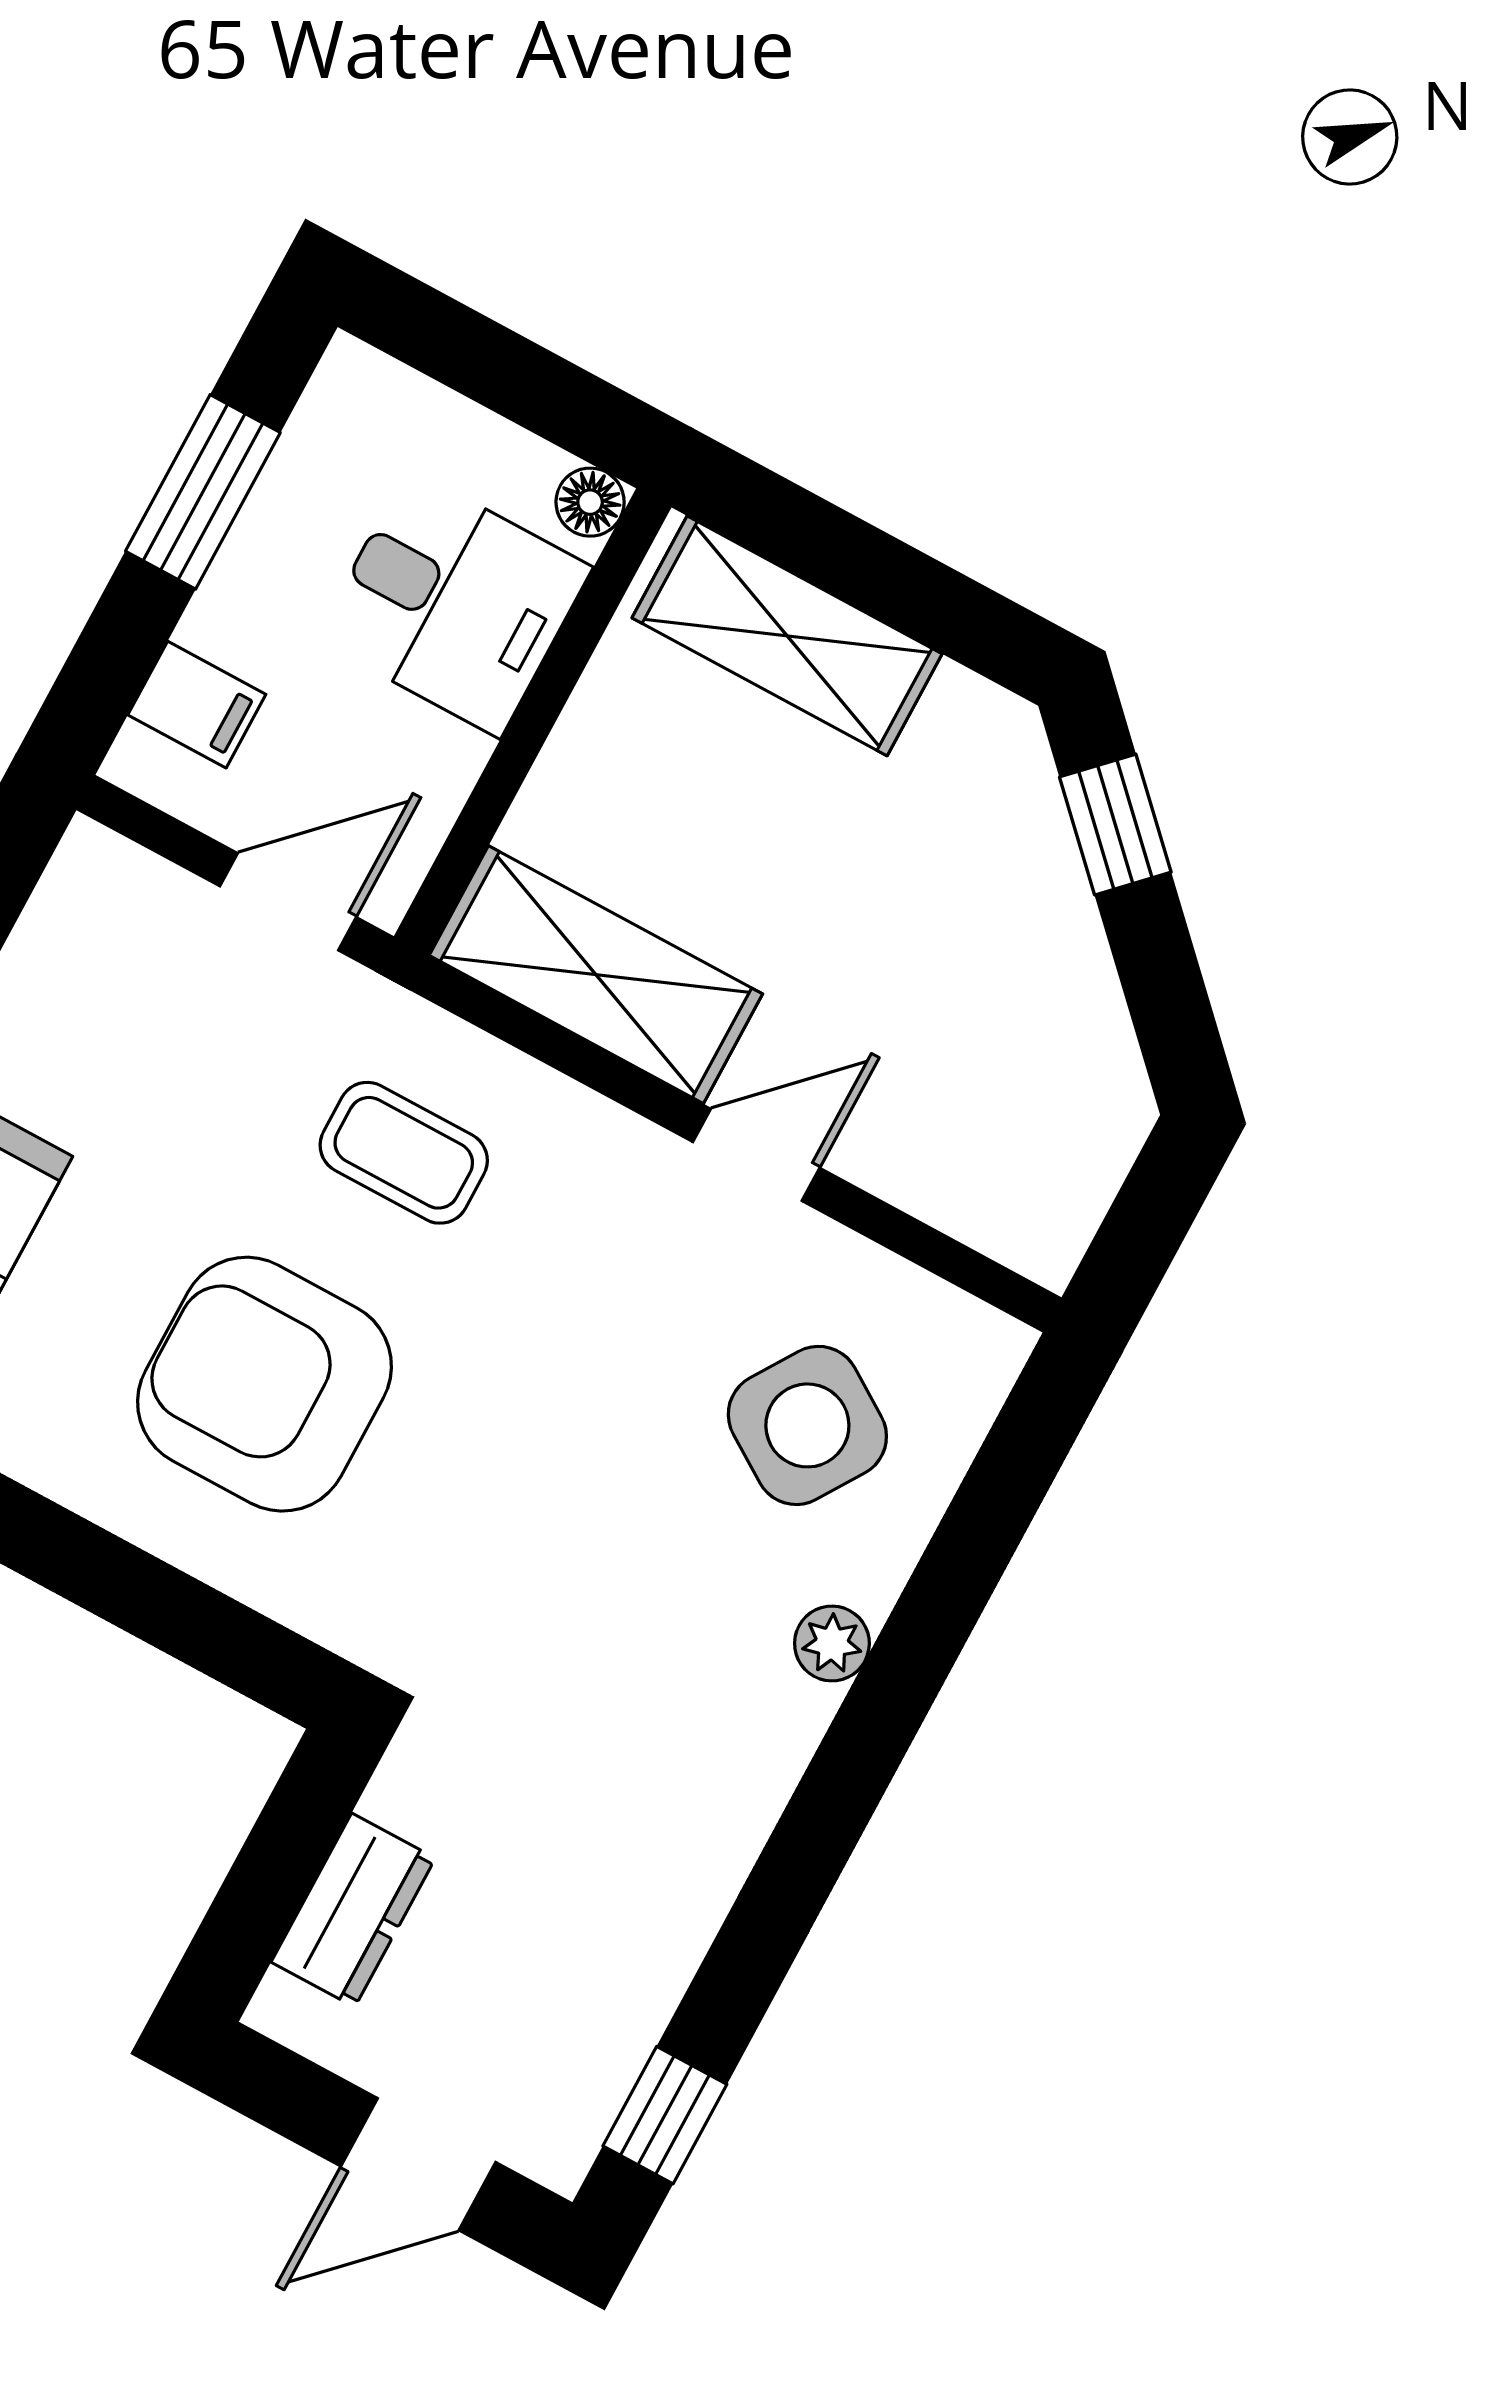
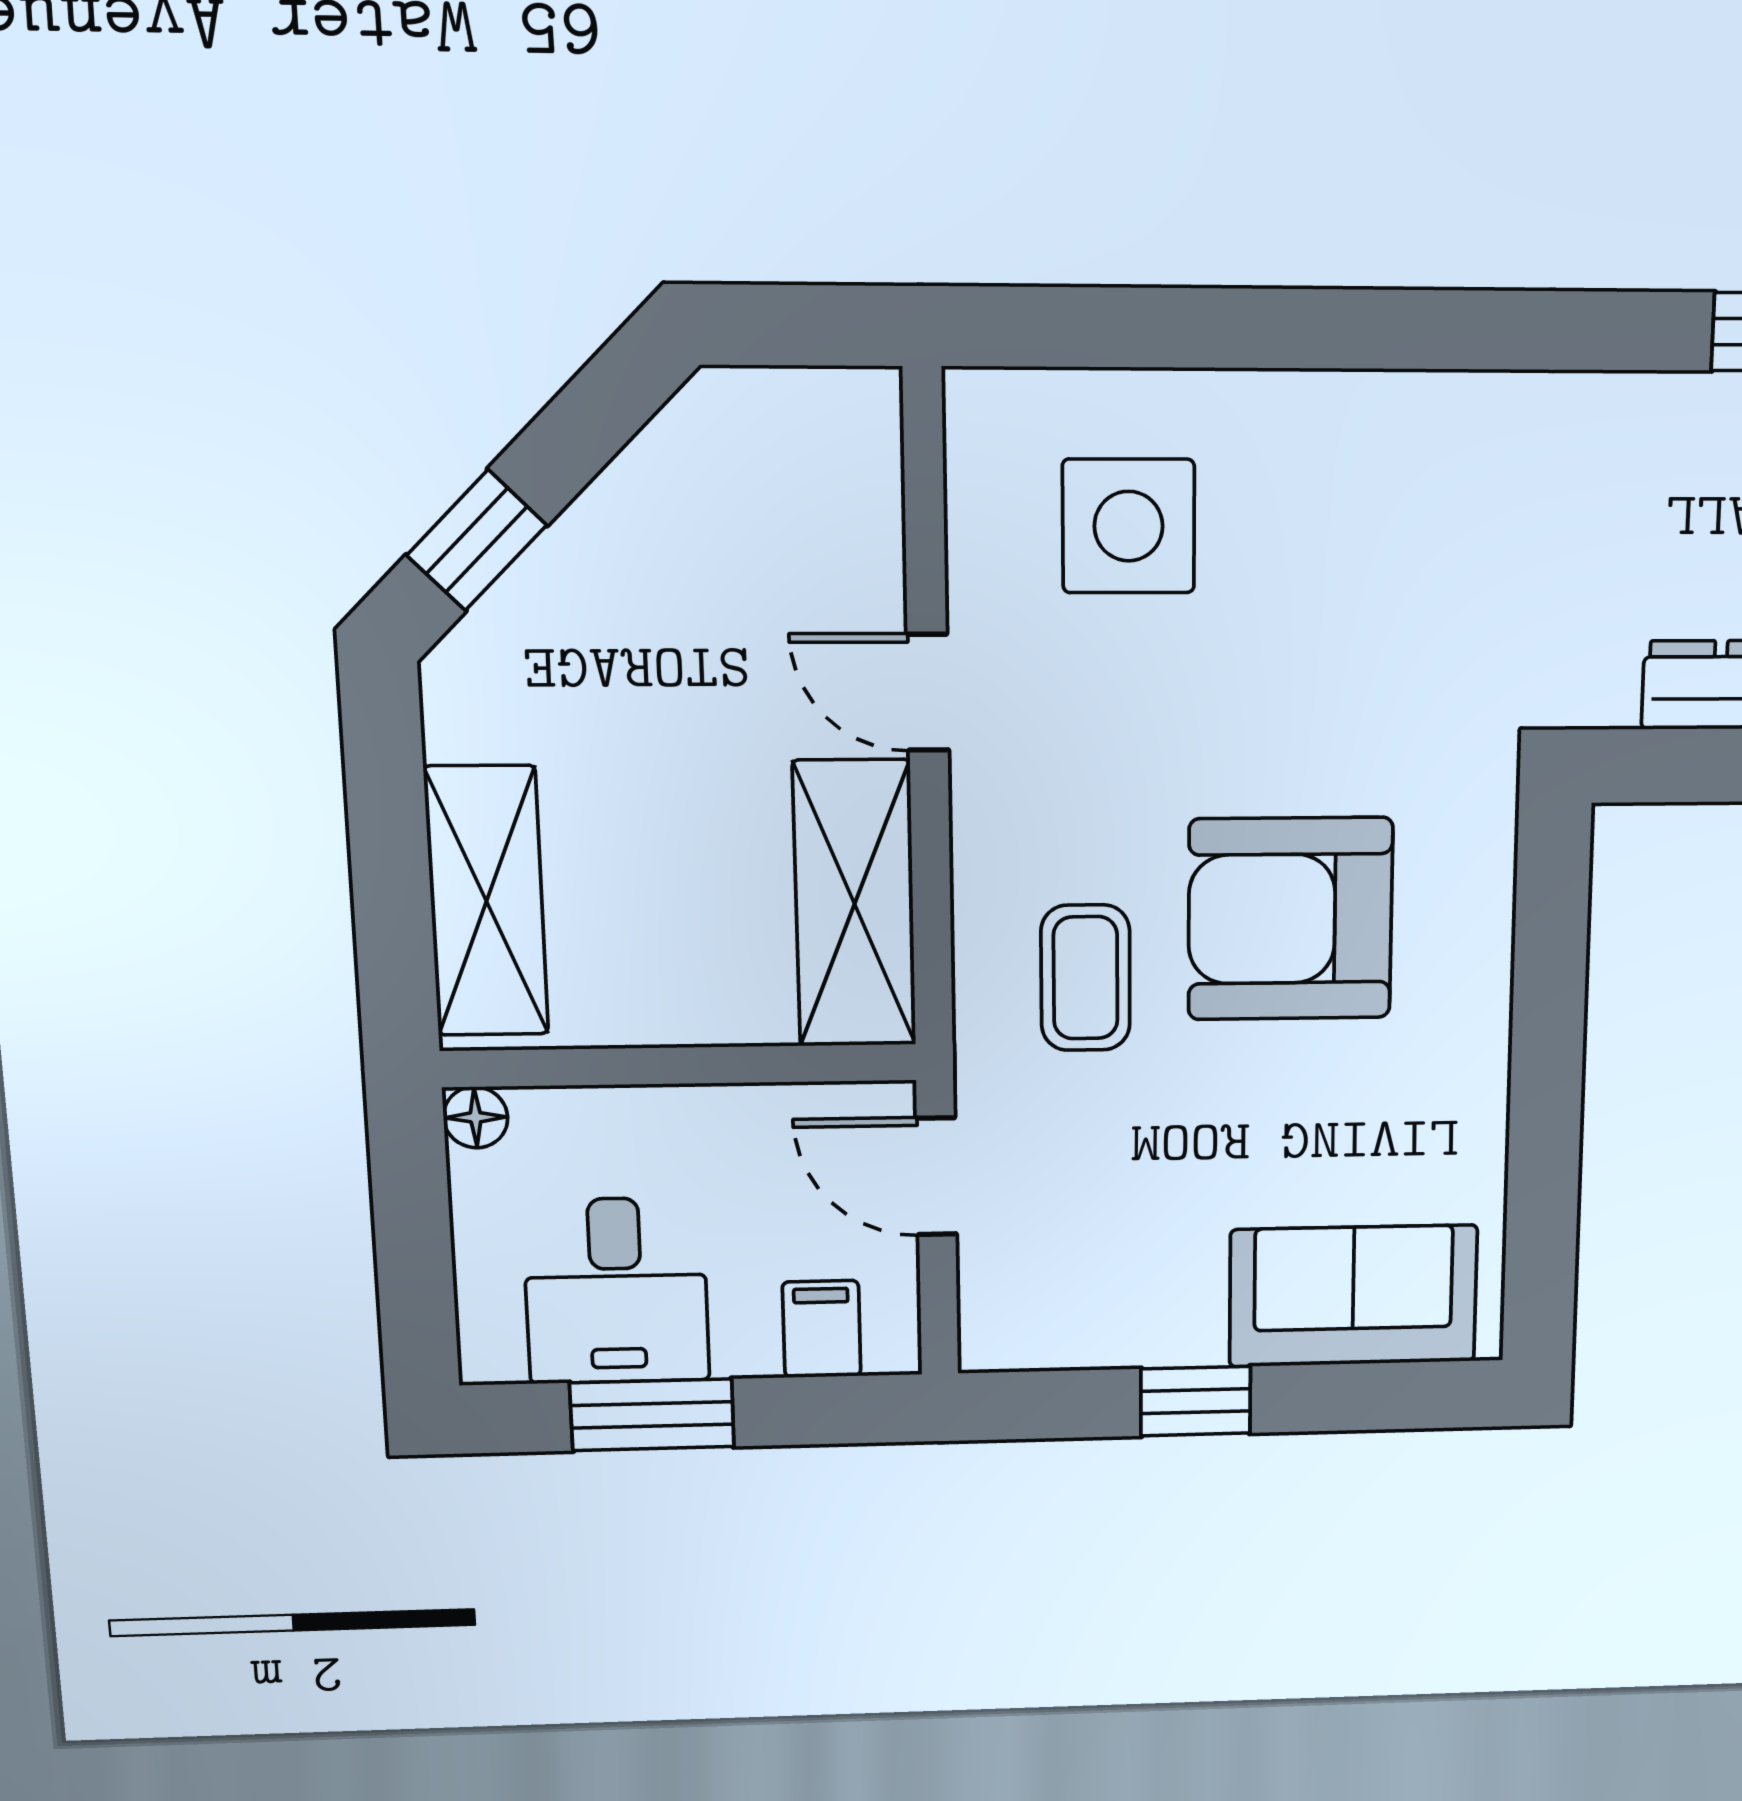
desk: (454, 603) -> (616, 1291), moved, turned 180
armchair: (264, 1384) -> (1290, 919), moved, turned 90
side table: (807, 1425) -> (1129, 526), turned -33
plant: (832, 1643) -> (1300, 405), removed

